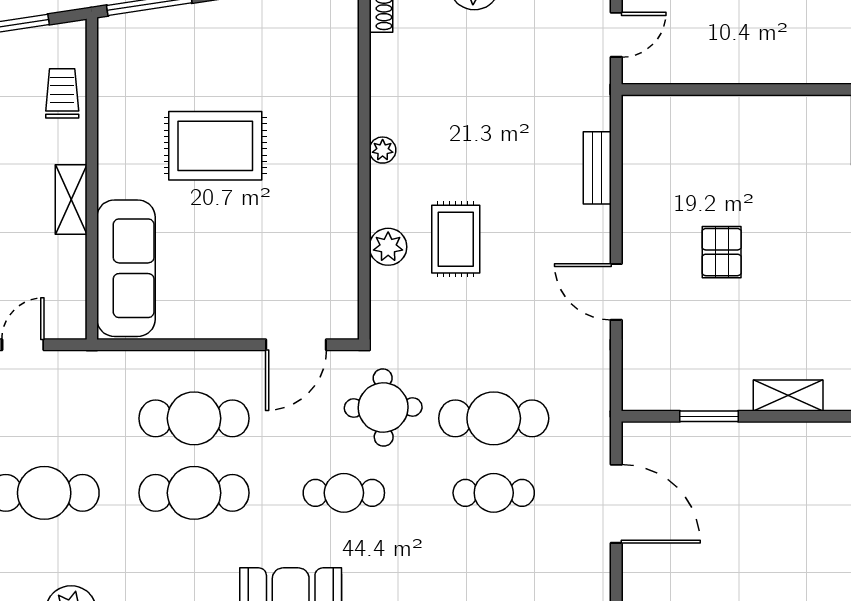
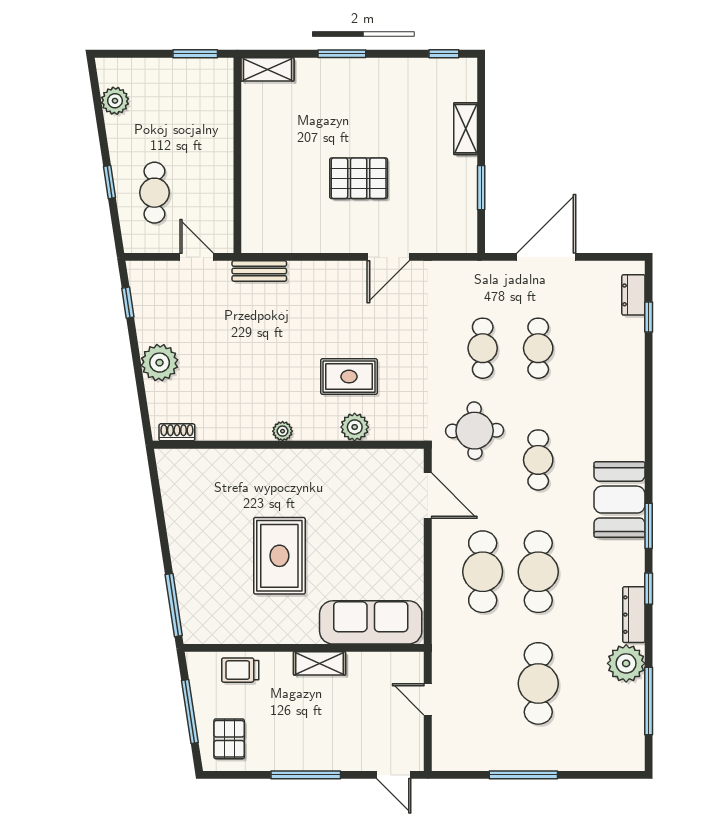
bench: (597, 168) -> (259, 271), moved
pallet: (722, 252) -> (359, 178), width x1.50, depth x1.42
cafe table: (494, 418) -> (483, 348), width x0.73, depth x0.74

